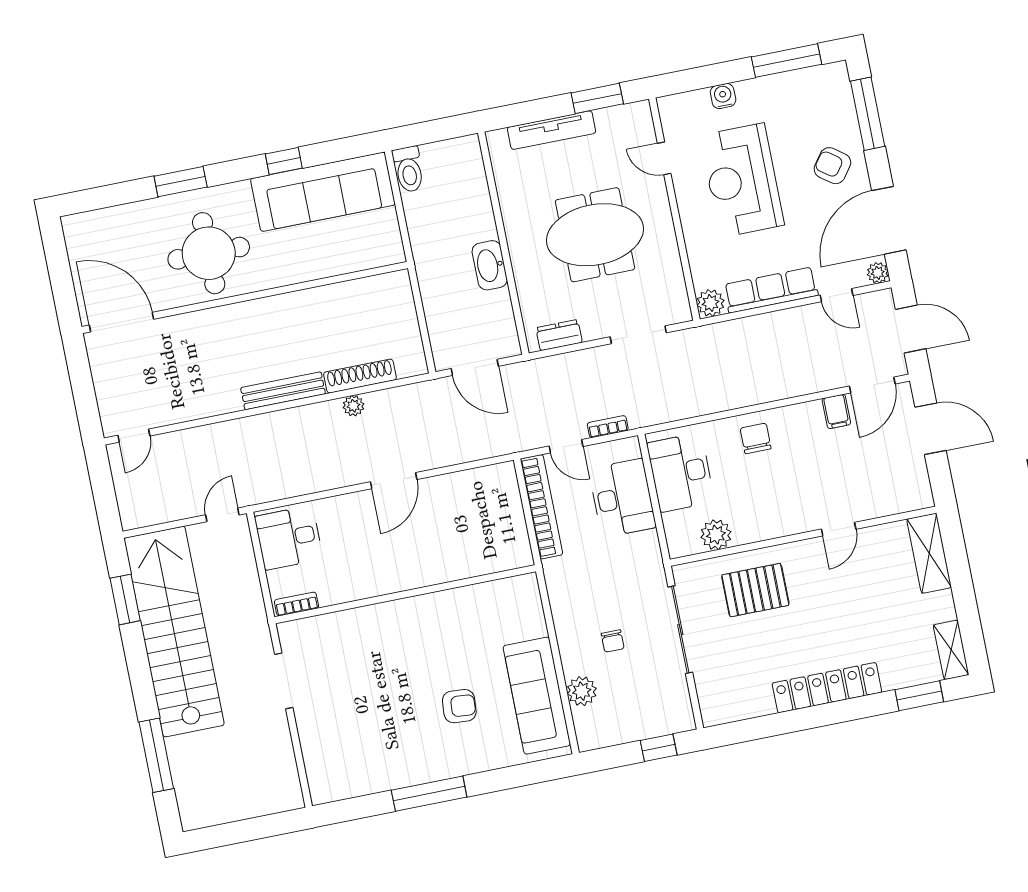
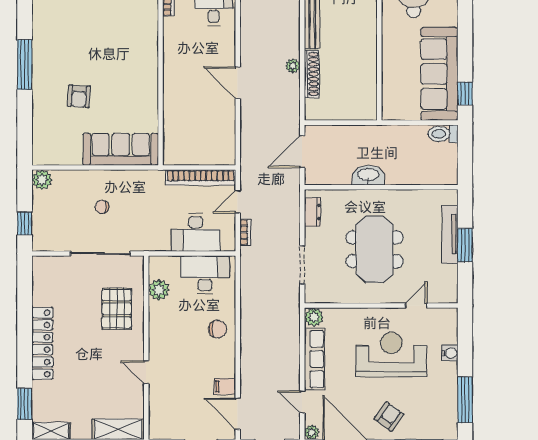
window: (597, 98) -> (465, 245), moved
window: (284, 161) -> (465, 94), moved
door: (837, 295) -> (302, 402), hinge flipped
plant: (582, 691) -> (42, 180), moved
sofa: (537, 696) -> (121, 149), moved

